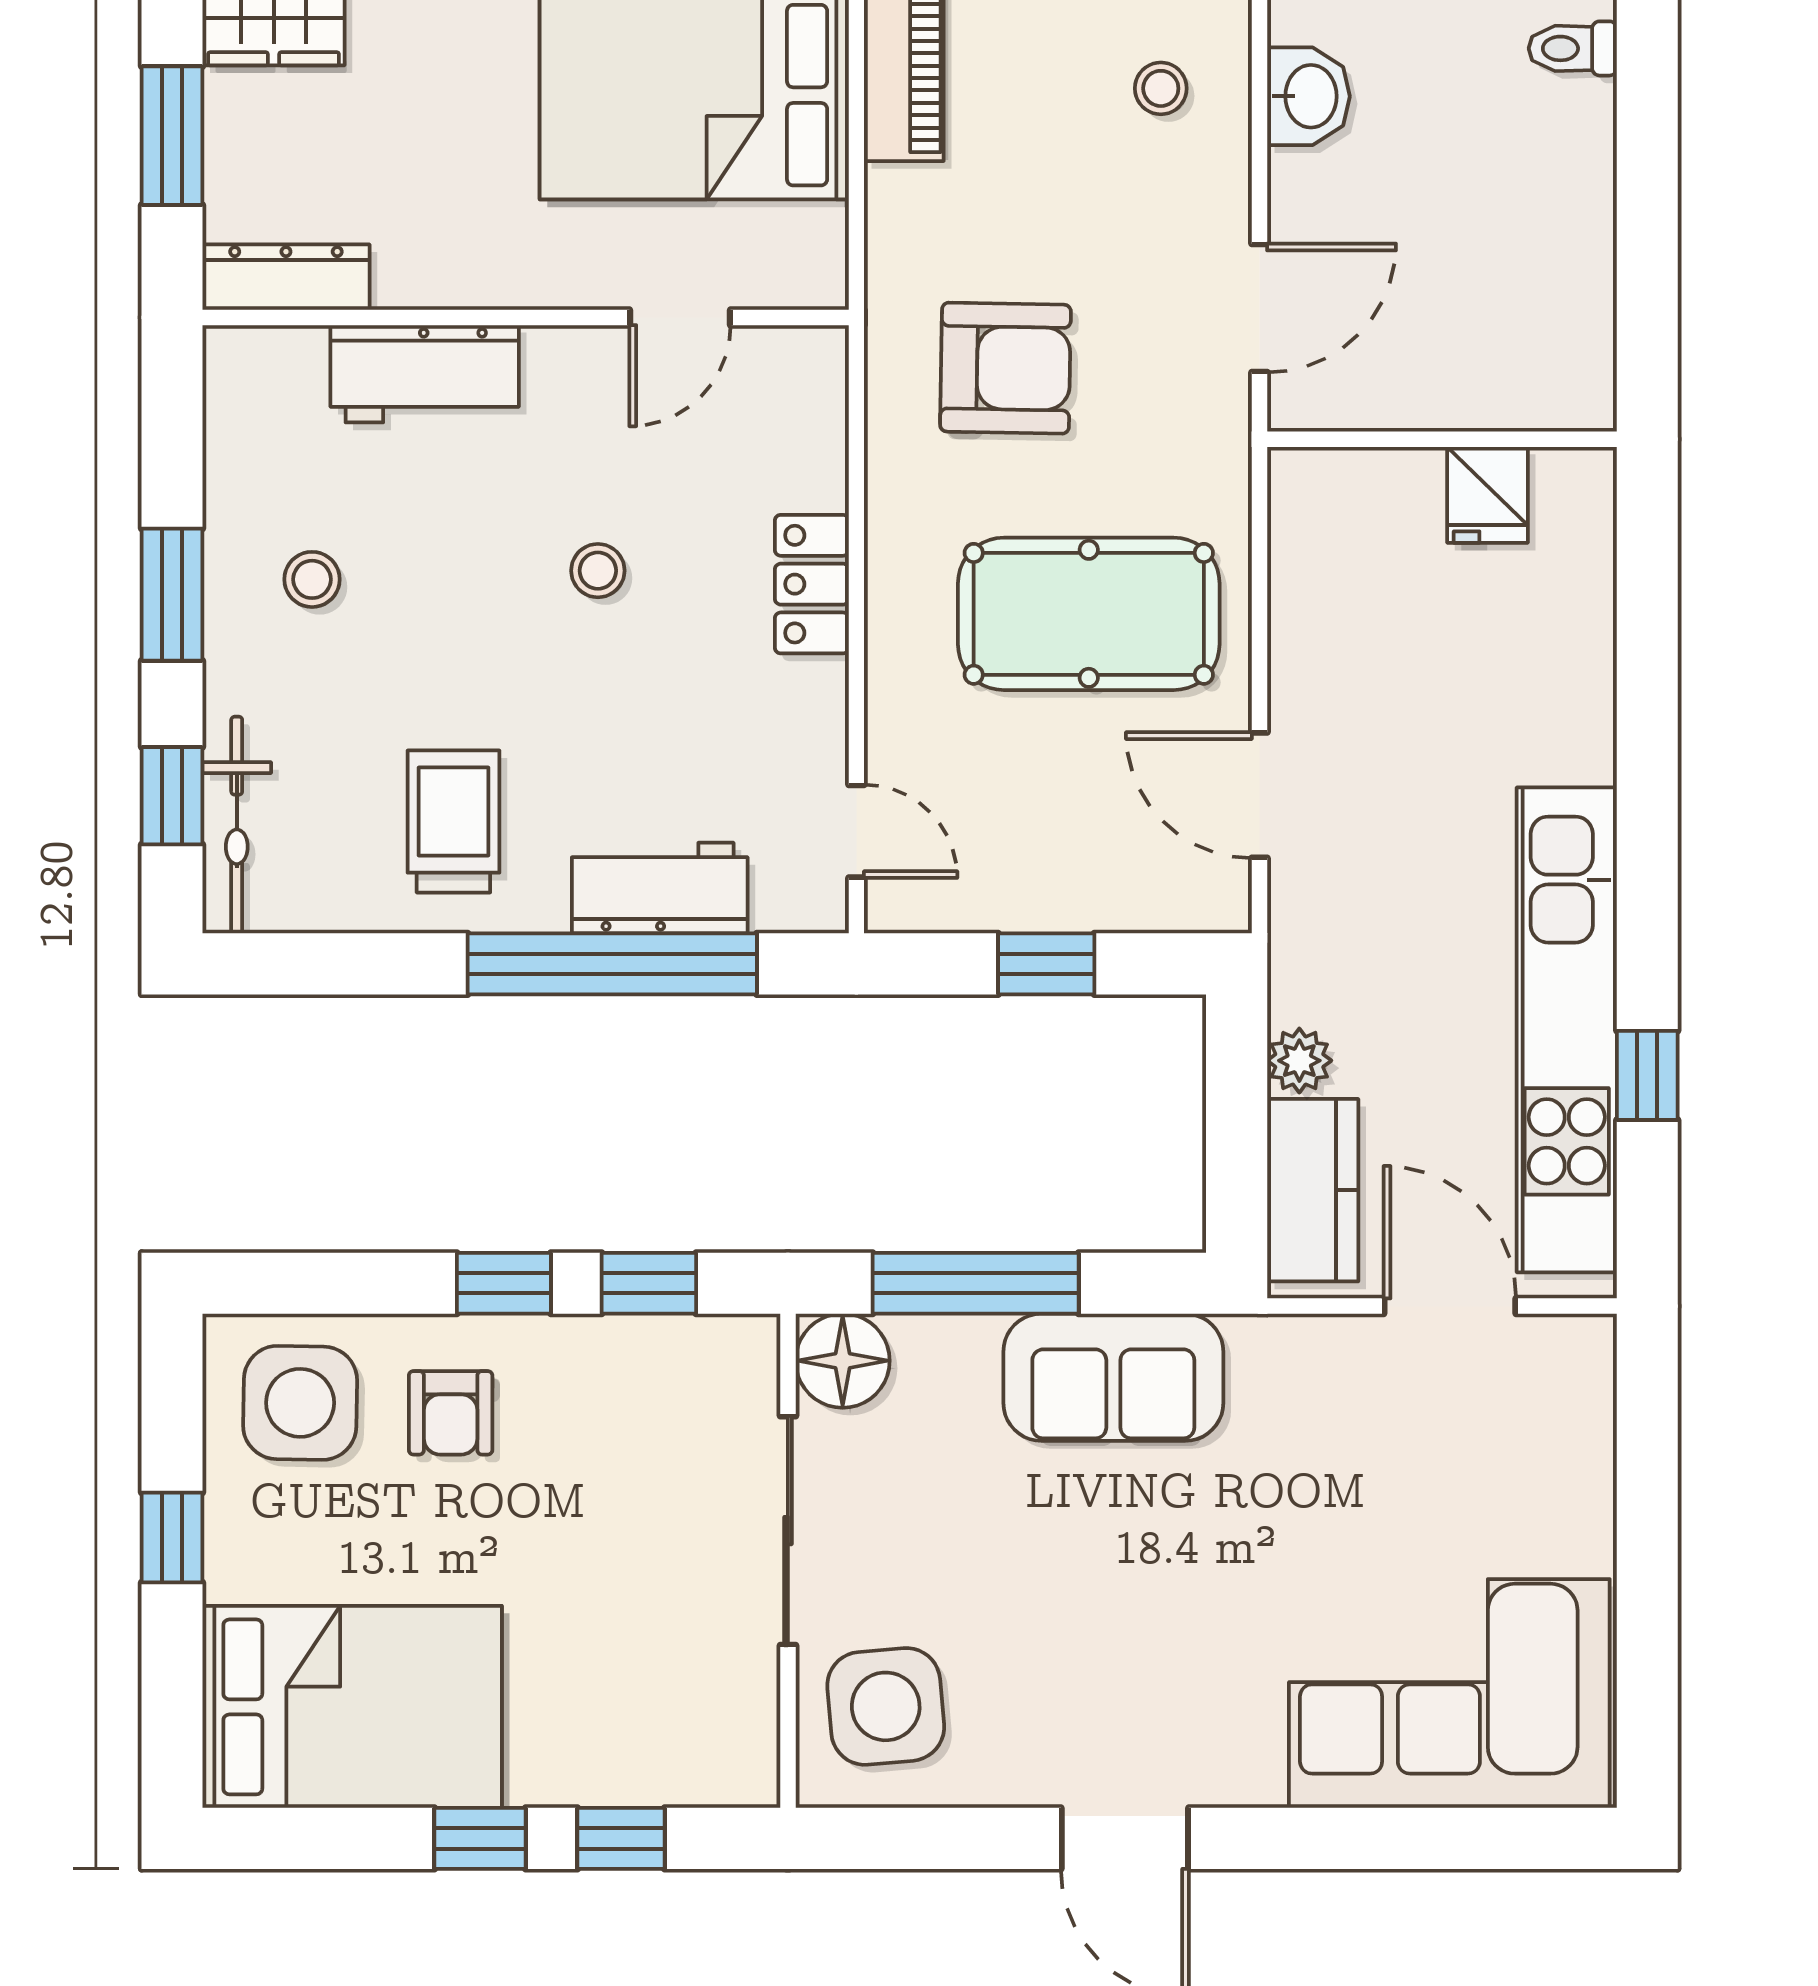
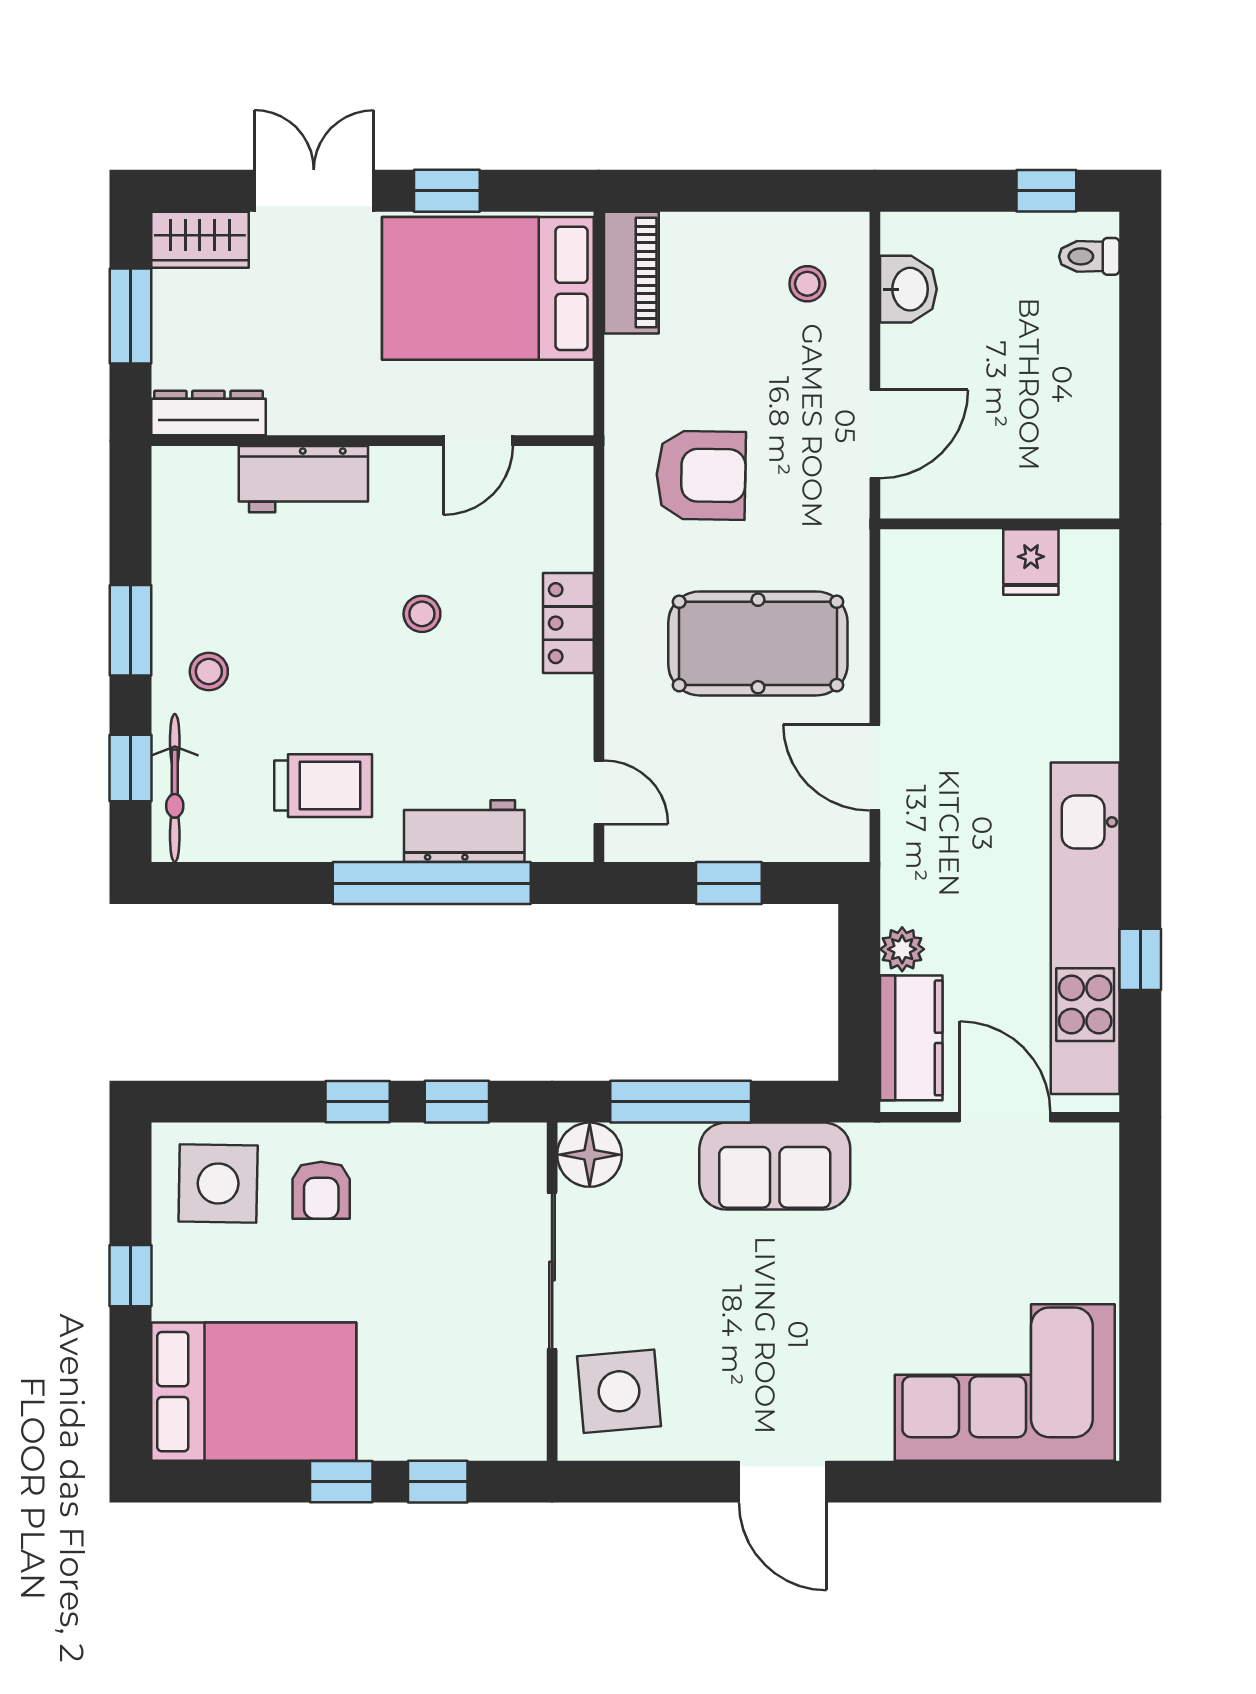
stool: (312, 579) -> (209, 672), moved
trolley: (453, 822) -> (323, 786), turned 90

